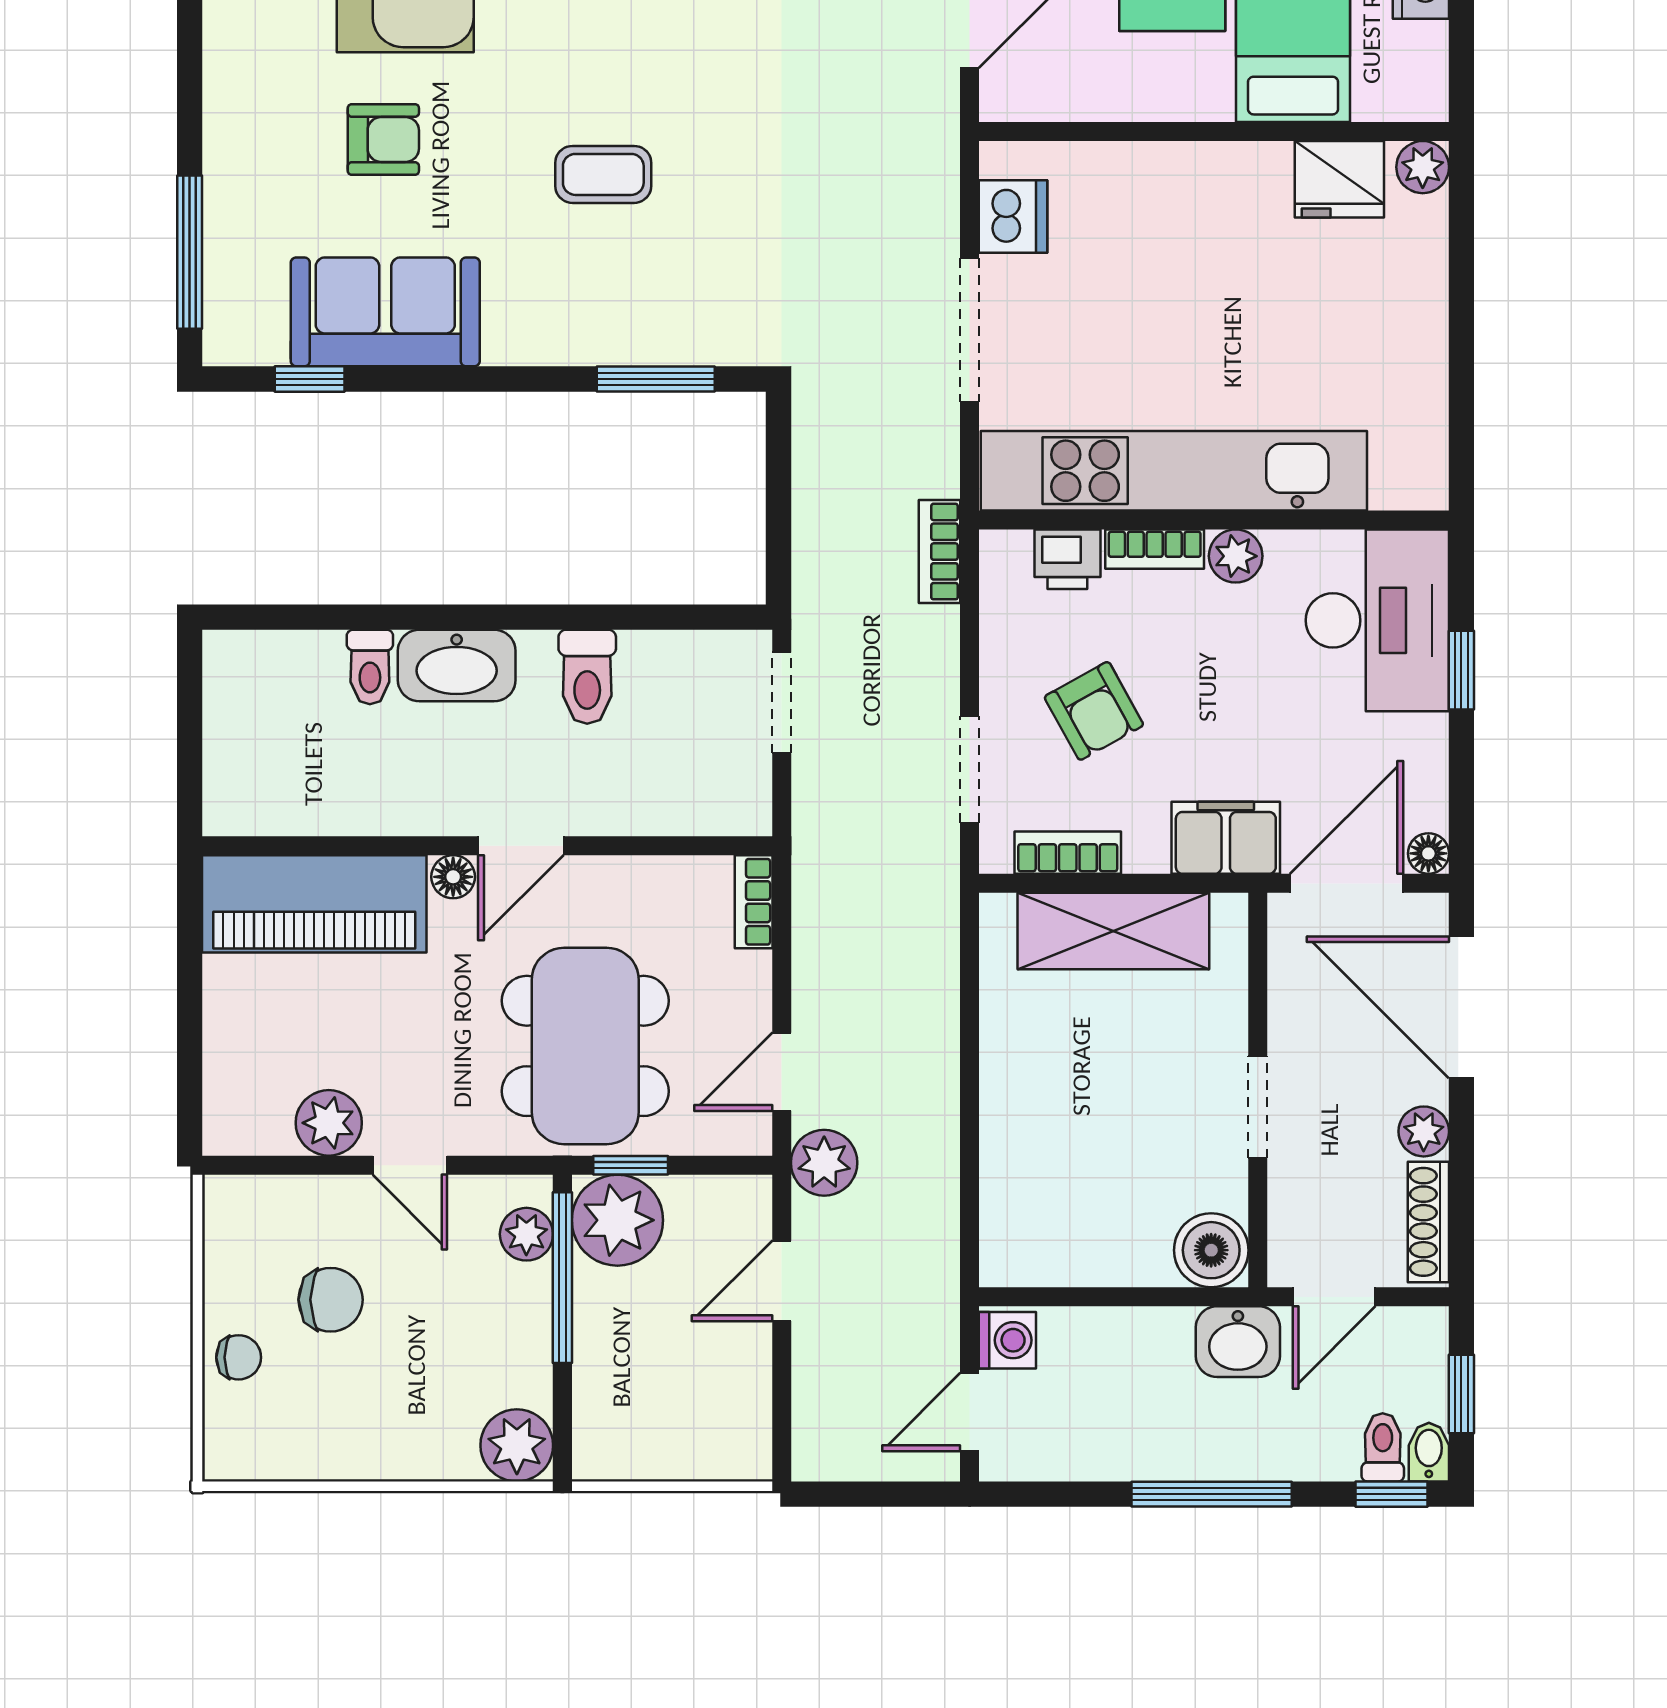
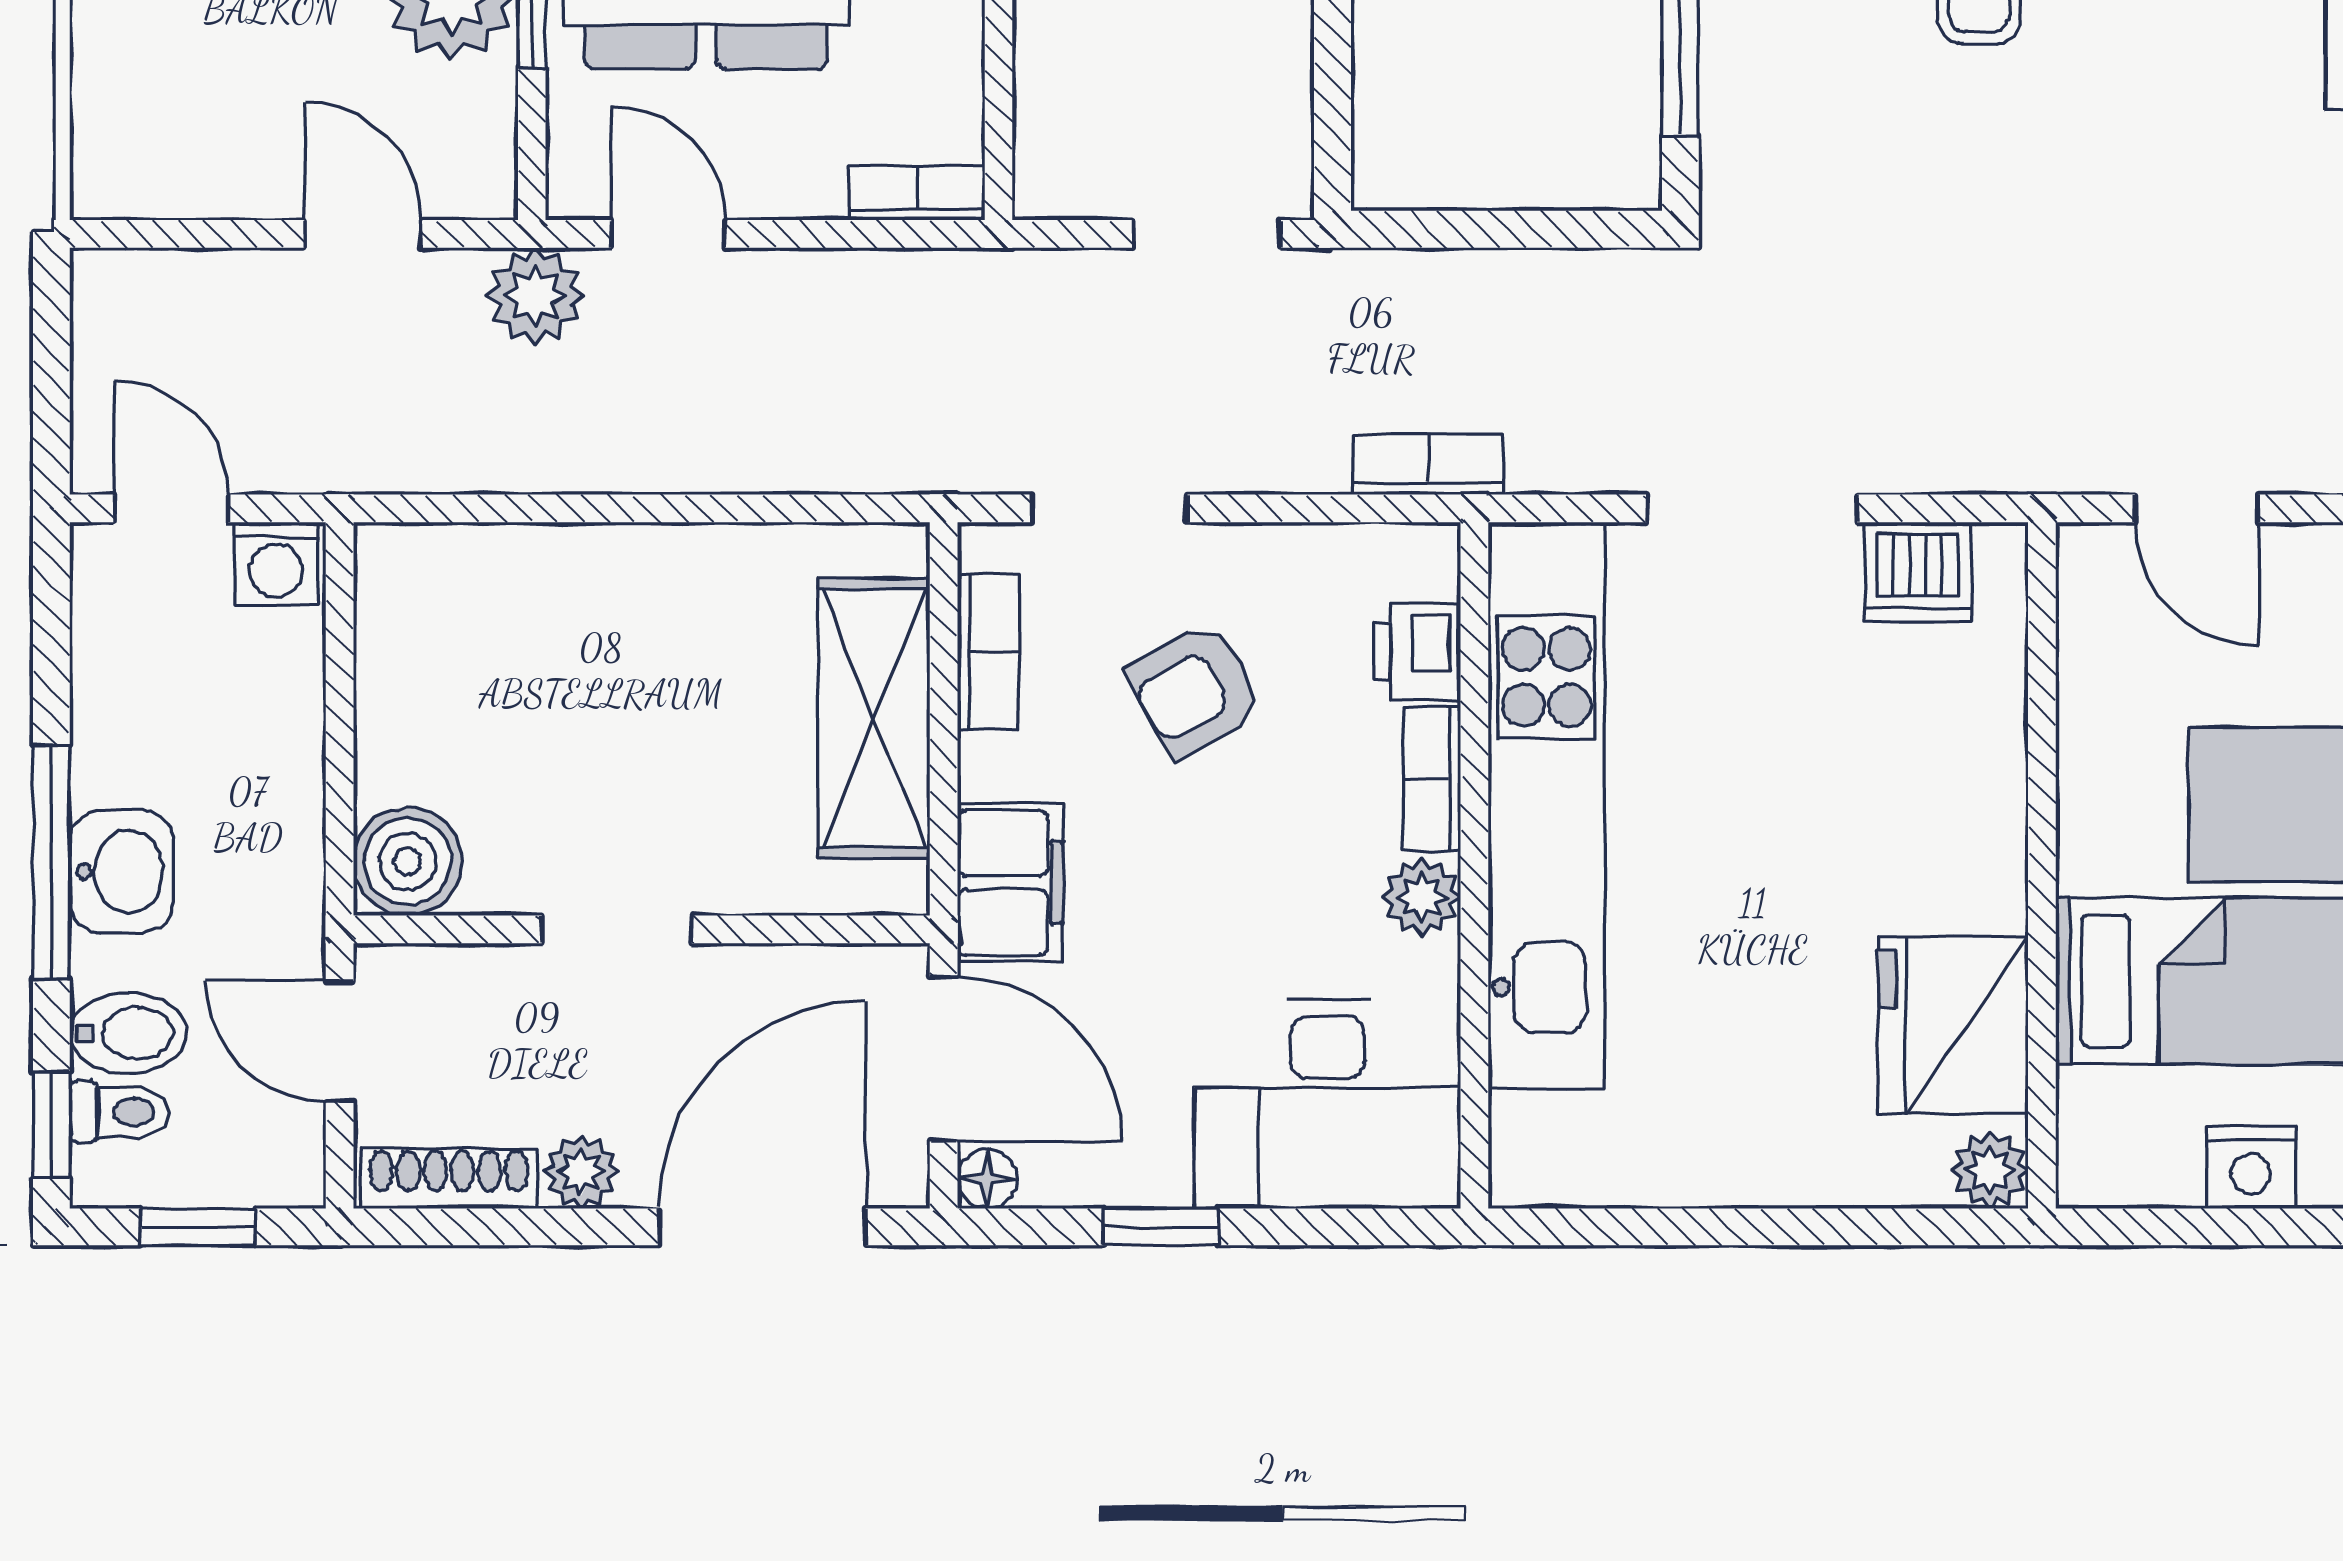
fridge: (1339, 179) -> (1953, 1025), width x1.36, depth x1.34
window: (1461, 670) -> (1161, 1227), moved
washbasin: (1238, 1342) -> (121, 872), moved, turned 180
bidet: (1429, 1452) -> (128, 1033), moved, width x1.38, depth x1.36

